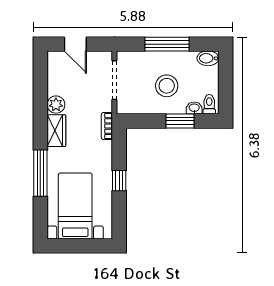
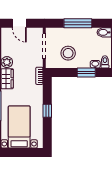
stool: (167, 86) -> (68, 53), moved

